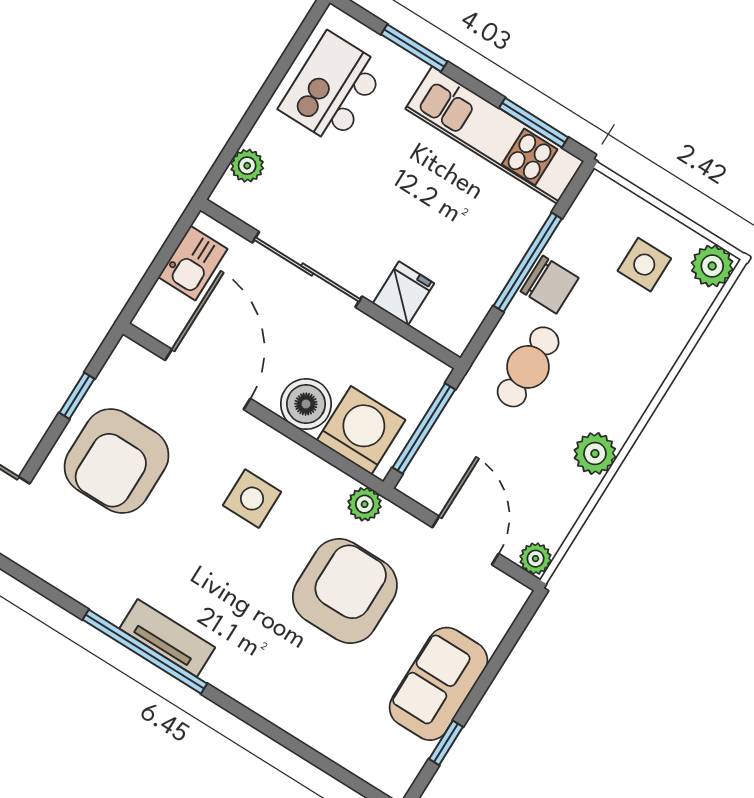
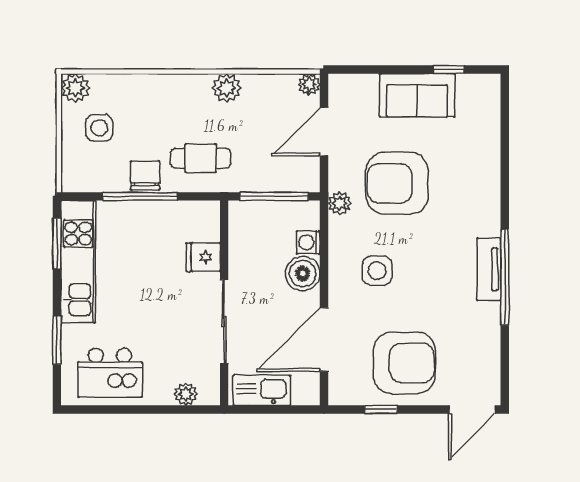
kitchen sink: (193, 263) -> (262, 390), width x1.38
washing machine: (361, 430) -> (308, 242), width x0.53, depth x0.53

